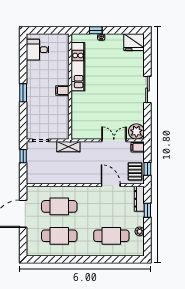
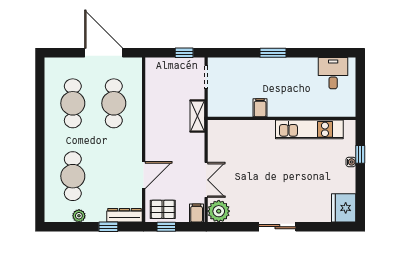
filing cabinet: (62, 90) -> (260, 108), moved

